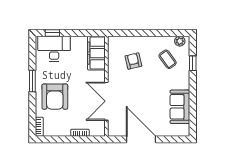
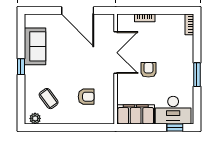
filing cabinet: (96, 53) -> (136, 114), moved, turned -90
armchair: (133, 61) -> (86, 97), turned -77
window: (193, 63) -> (21, 67), moved
armchair: (55, 97) -> (148, 70), moved, width x0.53, depth x0.53

